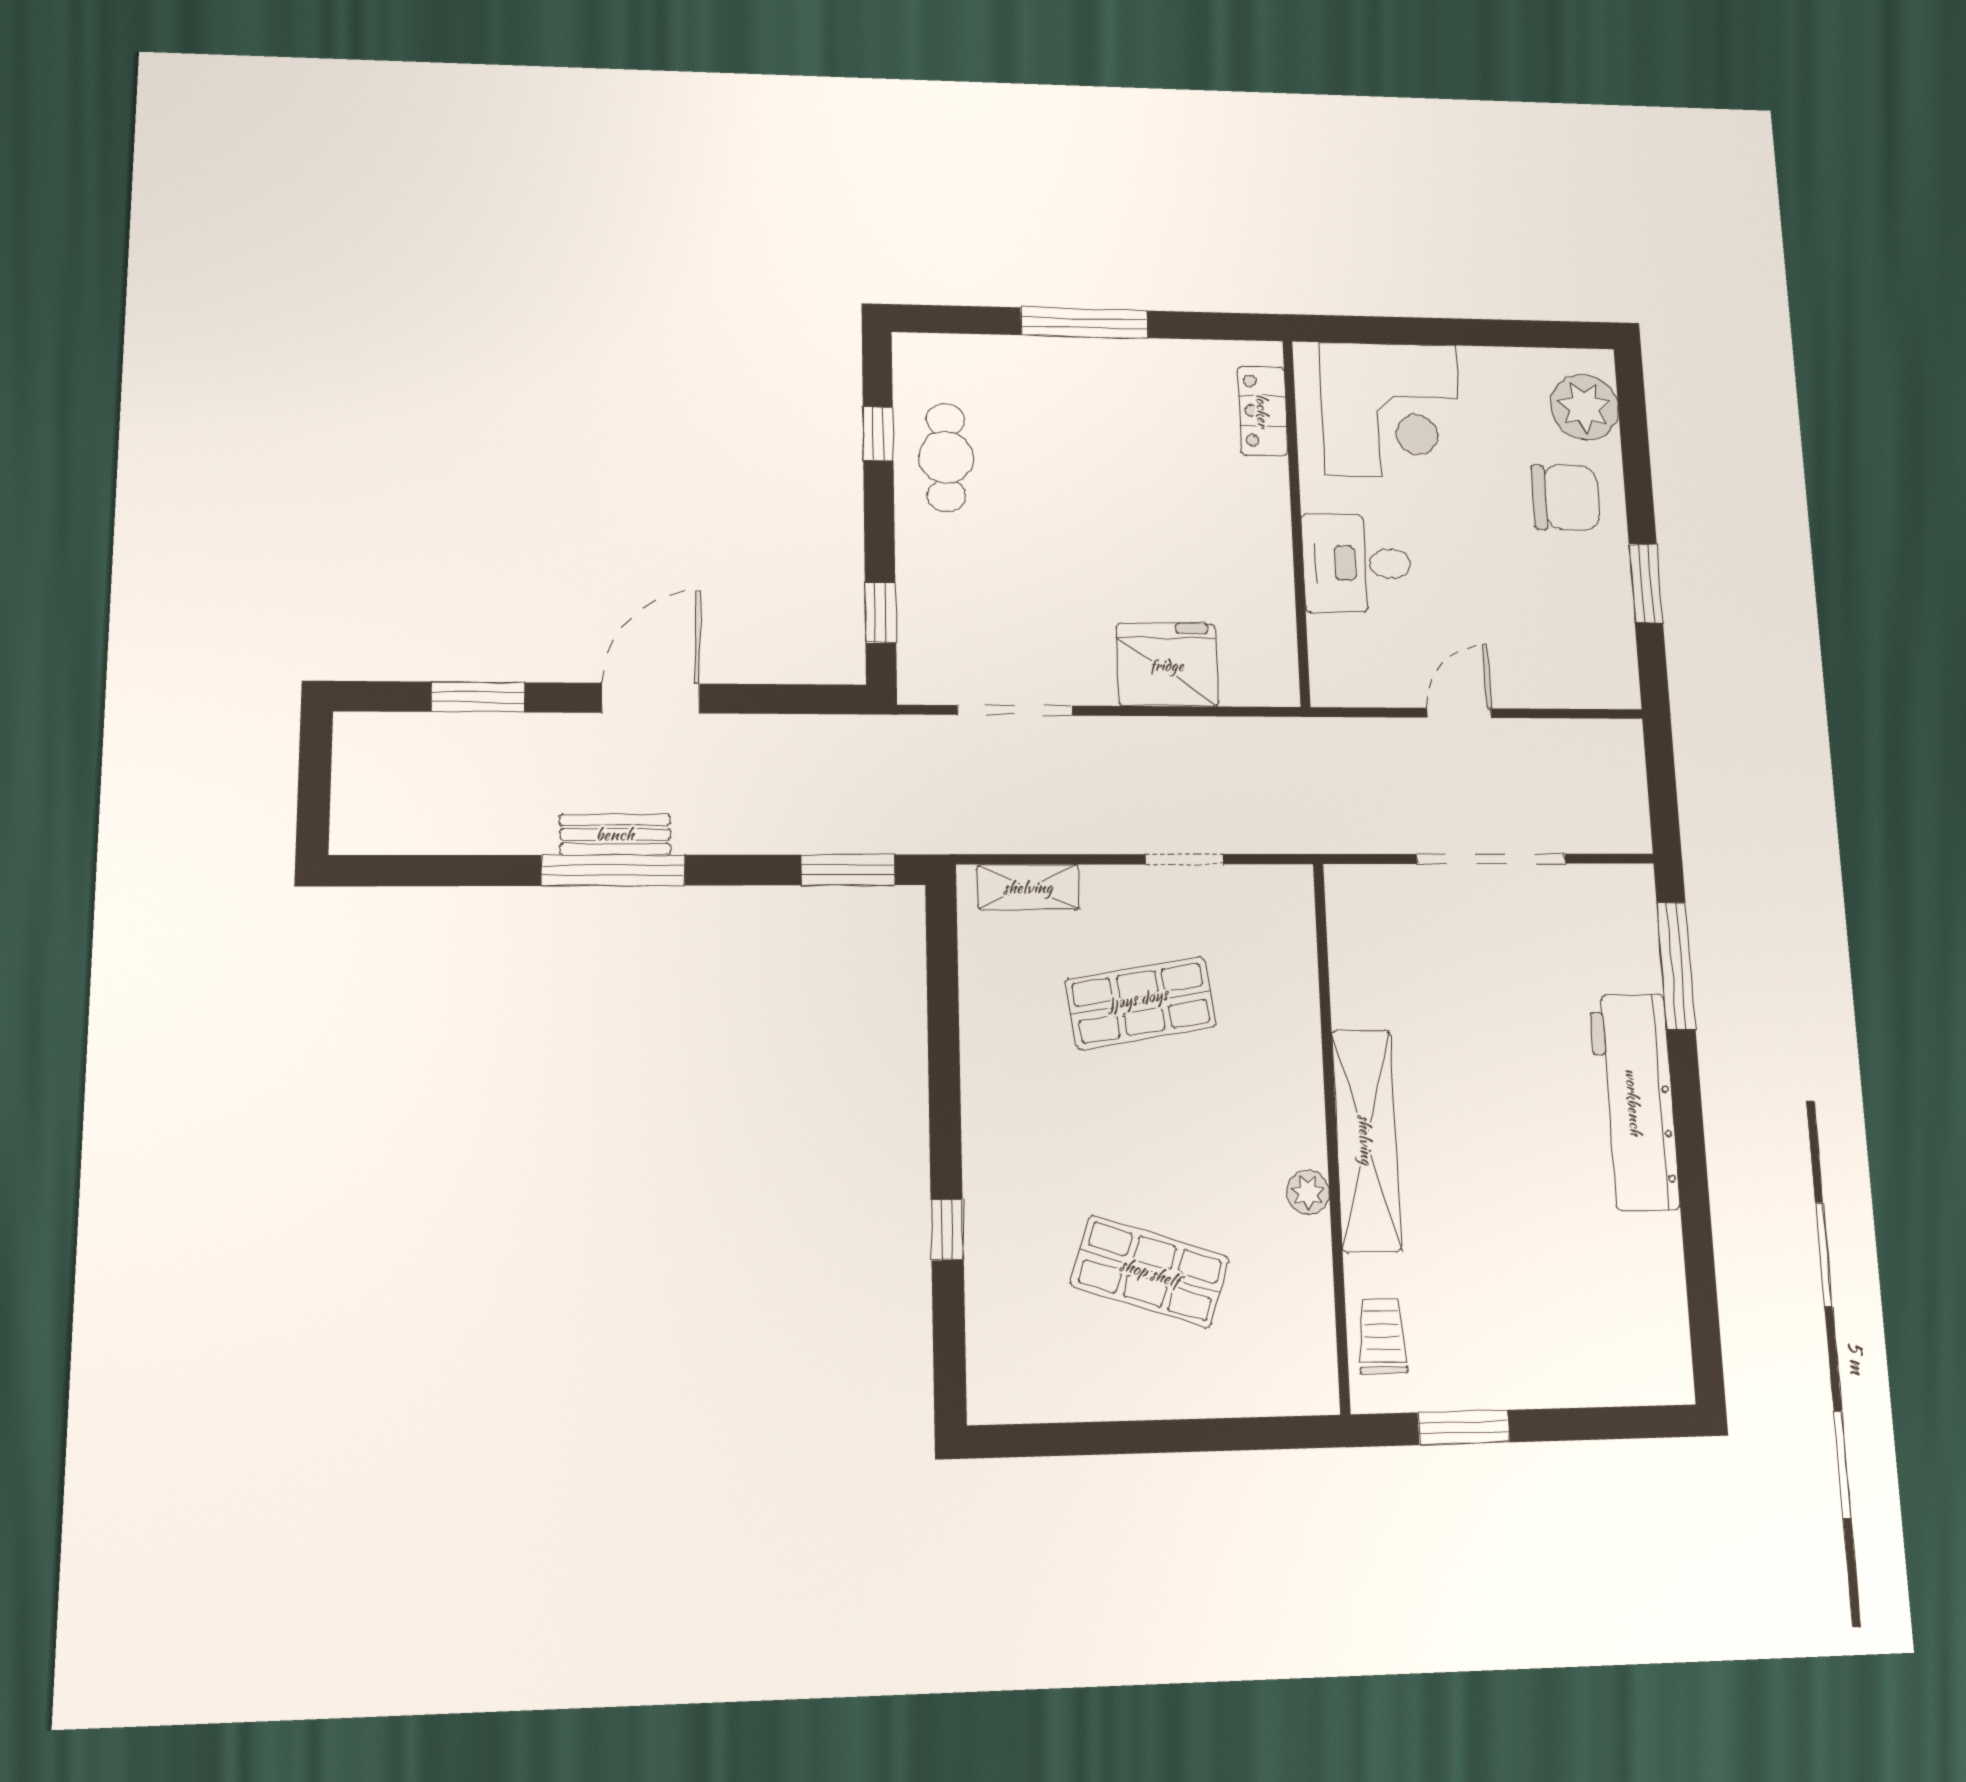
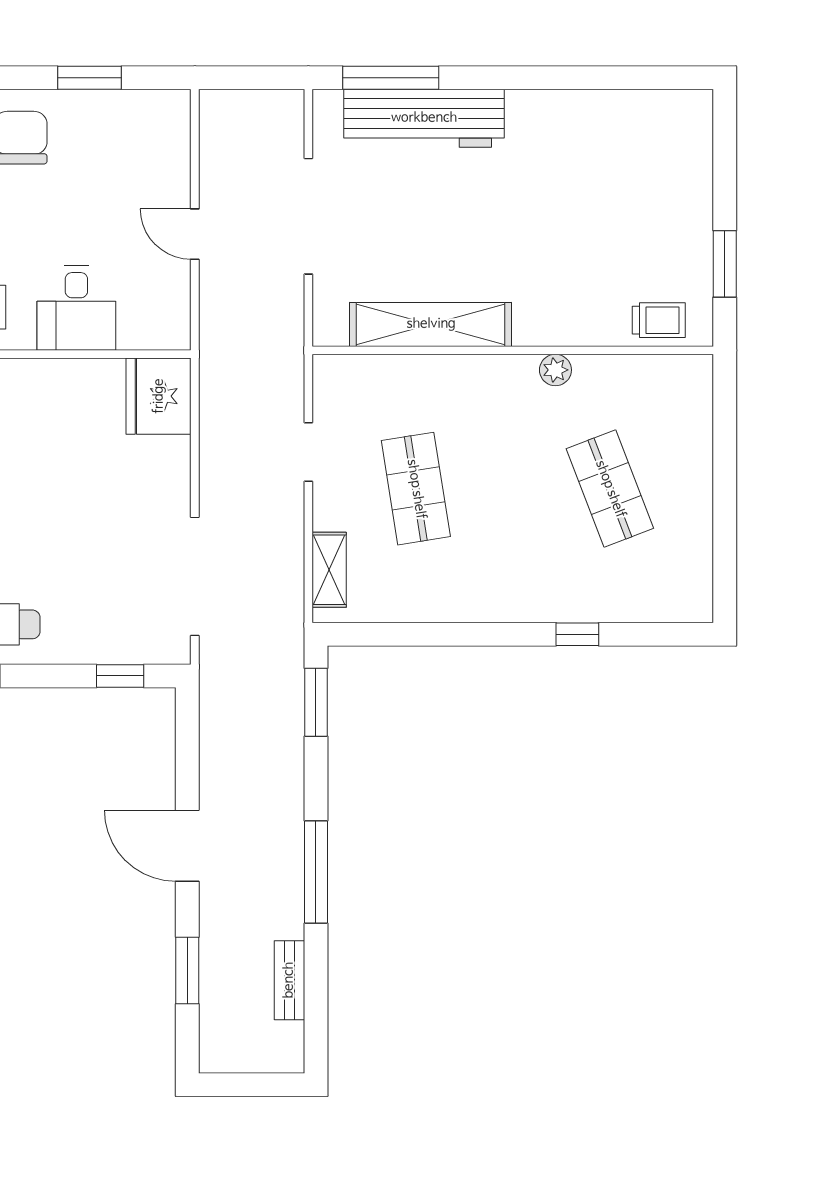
fridge: (1167, 665) -> (159, 396), moved
doorway: (1015, 710) -> (195, 576), width x1.36
bench: (615, 834) -> (289, 980), moved
workbench: (1634, 1102) -> (424, 118), moved
shelving: (1366, 1140) -> (431, 324), moved
shop shelf: (1150, 1272) -> (610, 489), turned -39
trolley: (1382, 1336) -> (659, 320), turned 180

